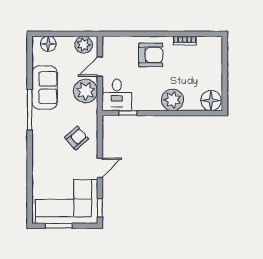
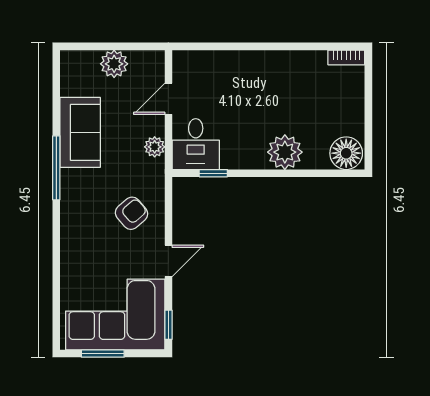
bookcase: (185, 41) -> (346, 57), moved
floor lamp: (48, 44) -> (86, 62), removed
plant: (84, 45) -> (114, 64), moved
armchair: (151, 55) -> (250, 80), removed
plant: (86, 91) -> (155, 147), width x0.53, depth x0.53

